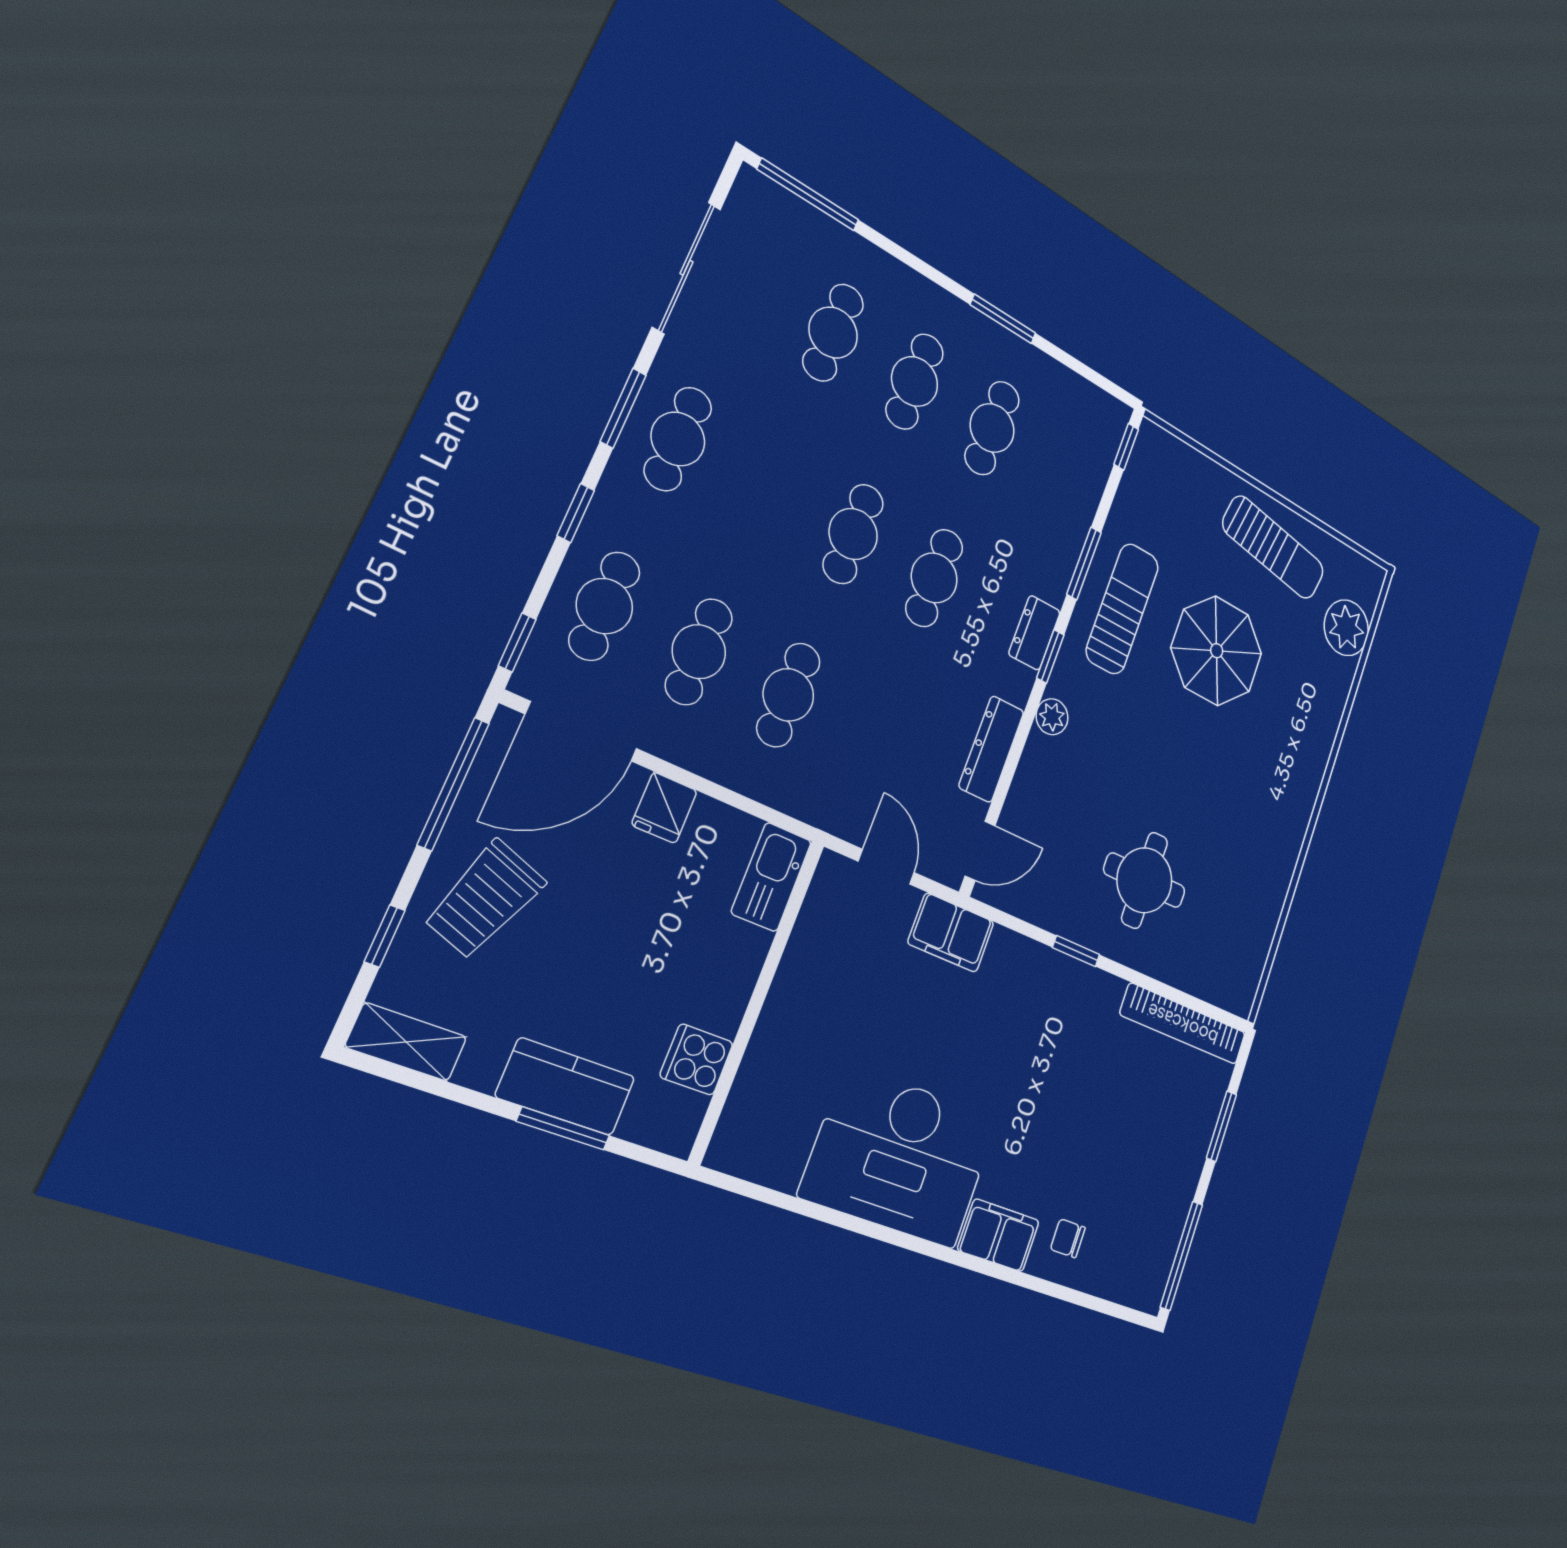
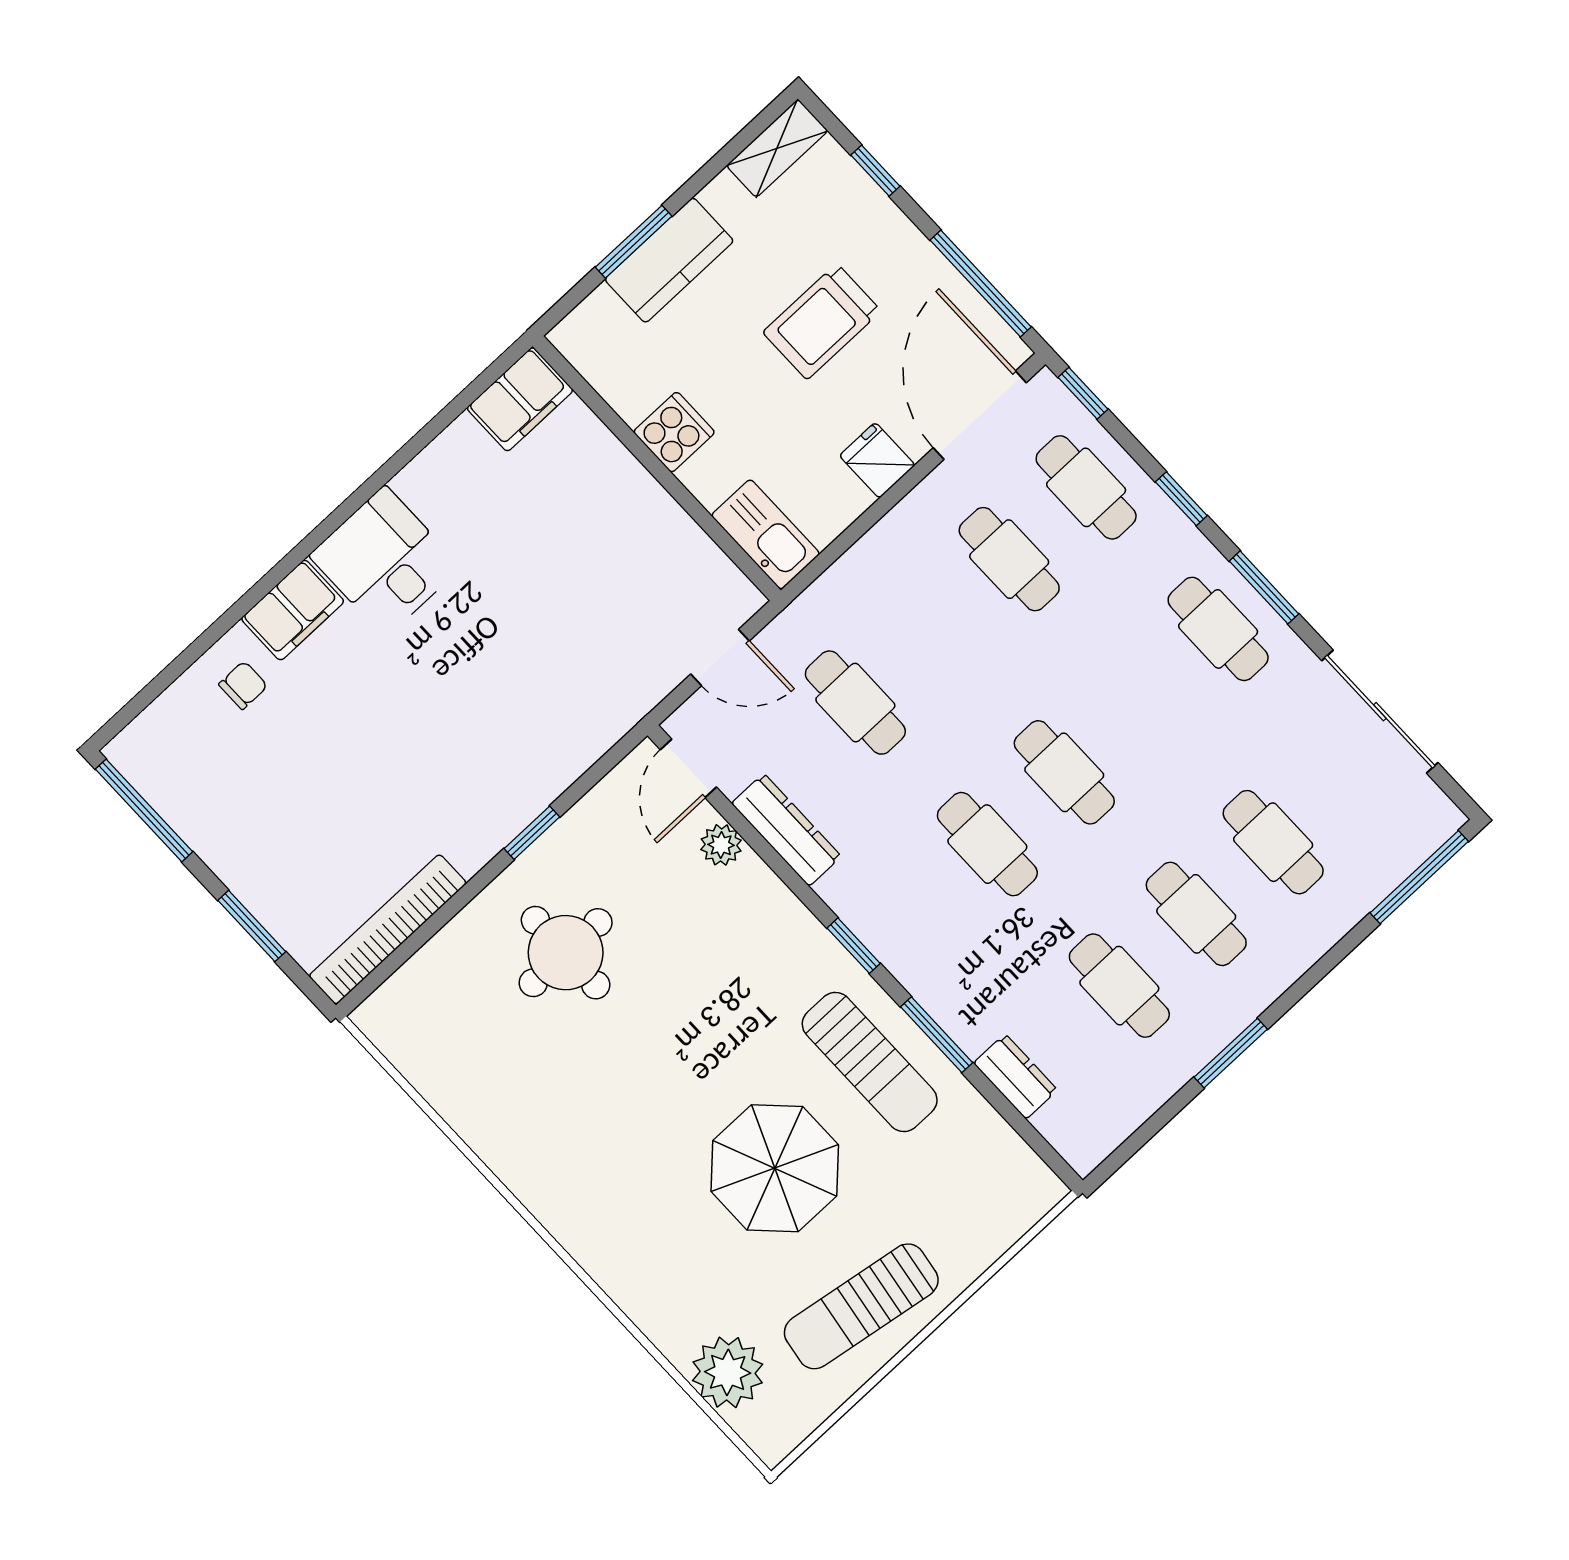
window: (1126, 447) -> (1045, 1150), removed
dresser: (1034, 633) -> (1015, 1076), moved
cafe table: (788, 695) -> (855, 703), moved
plant: (1052, 717) -> (721, 845), moved
trolley: (485, 899) -> (822, 322), moved, turned -110
filing cabinet: (951, 933) -> (520, 399), moved, turned 180
cooker: (696, 1060) -> (674, 432), moved
desk: (900, 1156) -> (385, 561), width x0.53, depth x0.77

